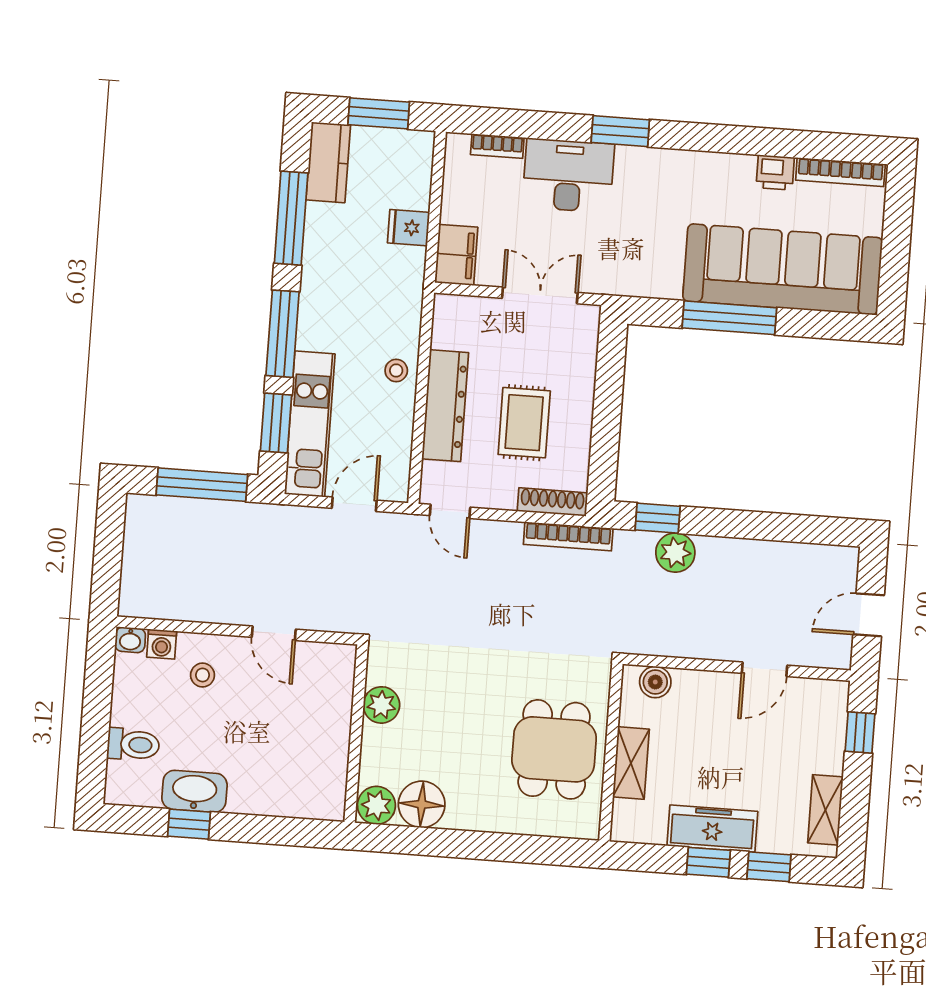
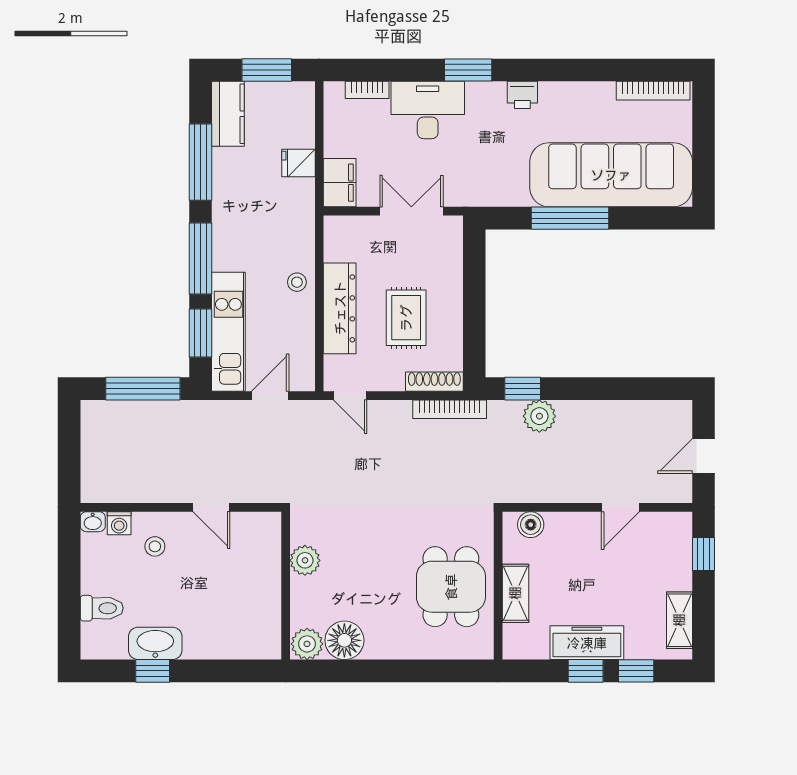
printer: (775, 172) -> (522, 95), moved

